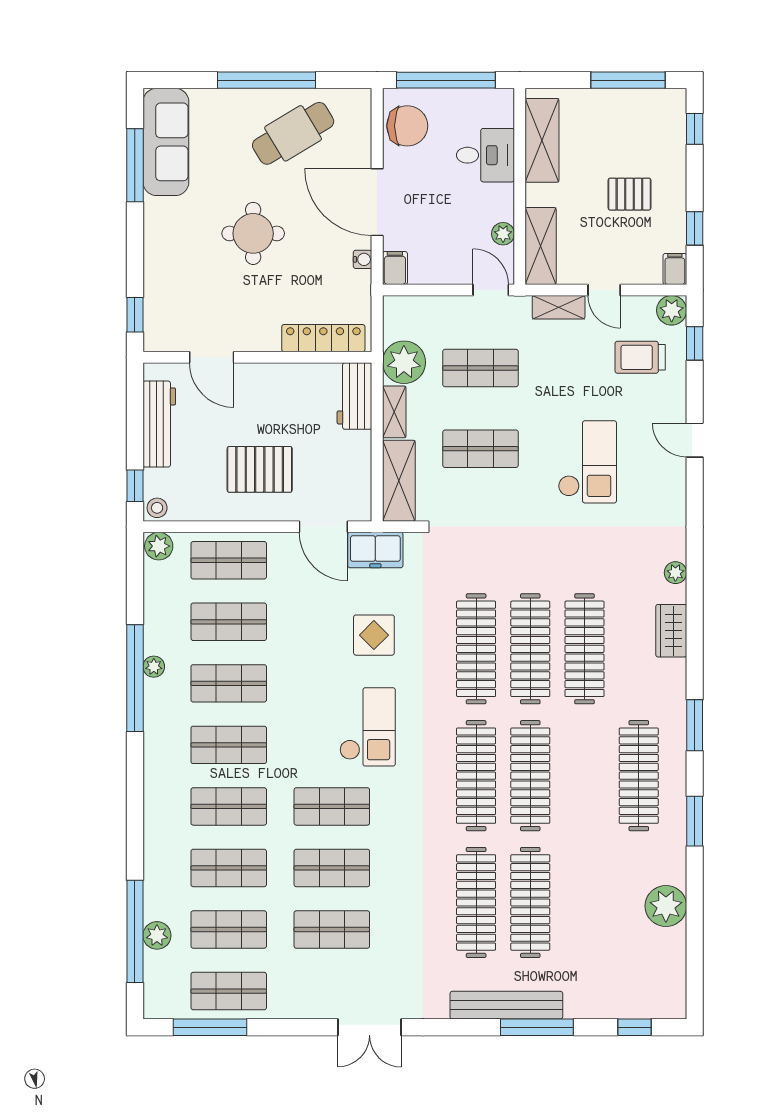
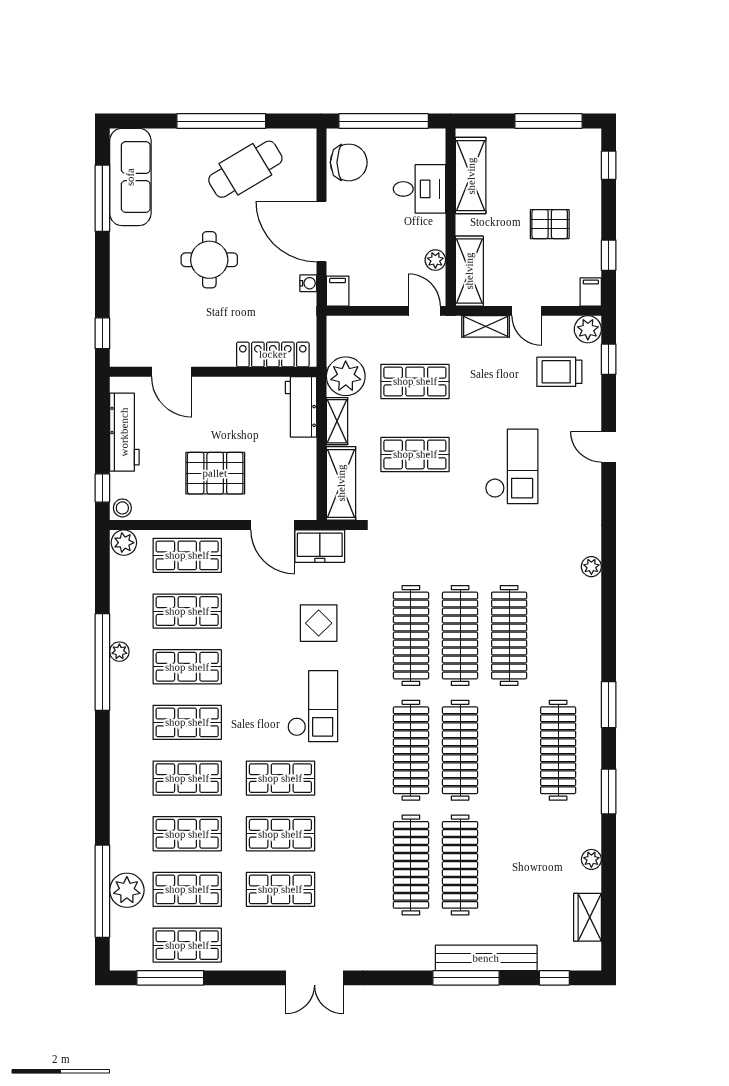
wardrobe: (671, 631) -> (588, 917), moved
plant: (666, 906) -> (591, 859), width x0.53, depth x0.53
plant: (157, 935) -> (127, 890), width x1.36, depth x1.36
bench: (506, 1005) -> (486, 958), moved

